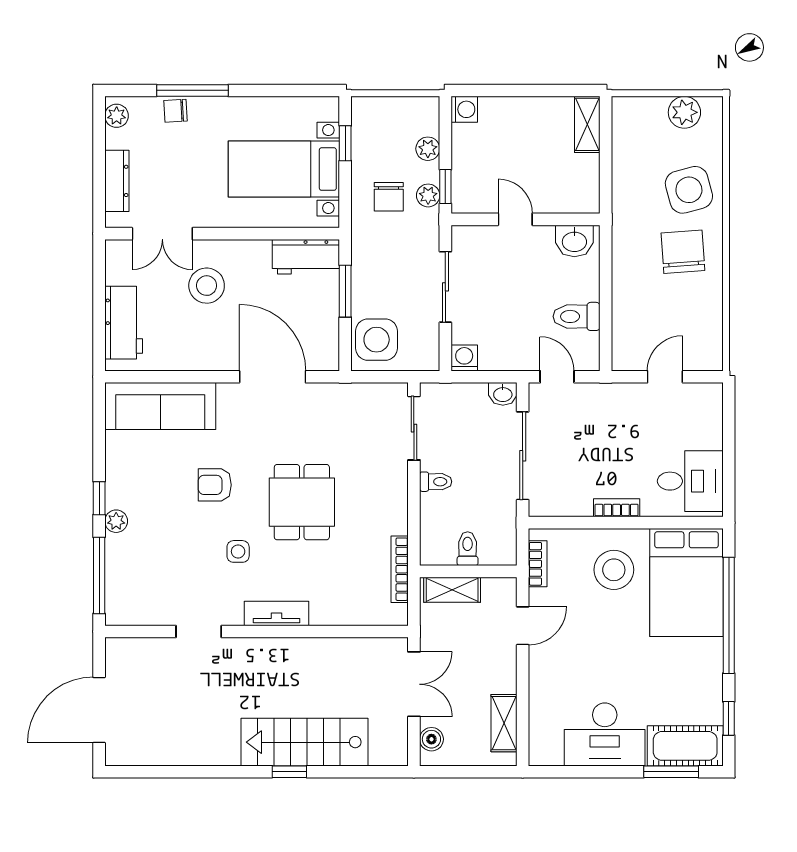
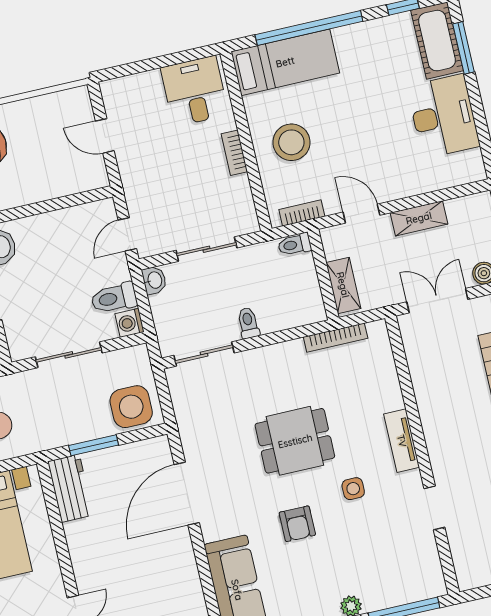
stool: (207, 286) -> (117, 573), removed
toilet: (577, 316) -> (114, 298), moved, turned 90
sliding door: (523, 456) -> (206, 249), width x0.73
toilet: (468, 549) -> (295, 244), moved
bed: (687, 583) -> (285, 62), width x0.67
shelving: (504, 723) -> (419, 218), moved

